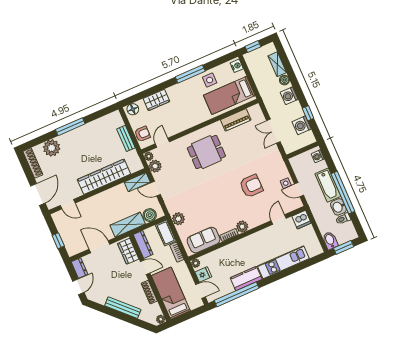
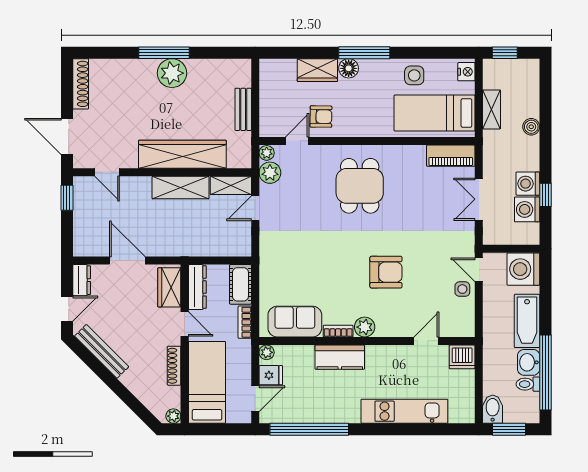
shelving: (277, 64) -> (492, 109), moved
window: (190, 74) -> (364, 53), moved
washing machine: (289, 96) -> (528, 184), moved
floor lamp: (133, 109) -> (349, 68), moved
piano: (236, 120) -> (451, 156), moved
armchair: (142, 134) -> (321, 117), moved
plant: (52, 148) -> (172, 73), moved
dining table: (206, 152) -> (360, 186), turned 90
washing machine: (318, 156) -> (523, 269), width x1.89, depth x1.89
armchair: (251, 186) -> (386, 272), moved
door: (156, 189) -> (255, 208), hinge flipped
door: (299, 190) -> (479, 270), moved
window: (343, 192) -> (546, 373), moved
door: (38, 195) -> (67, 137), swing flipped
boiler: (150, 215) -> (228, 246), removed
plant: (178, 219) -> (270, 271), removed
shelving: (128, 225) -> (181, 188), moved
window: (58, 241) -> (67, 198), moved
kitchen counter: (246, 279) -> (340, 357), moved, turned 180
door: (200, 291) -> (255, 399), hinge flipped
bench: (123, 308) -> (102, 351), moved

